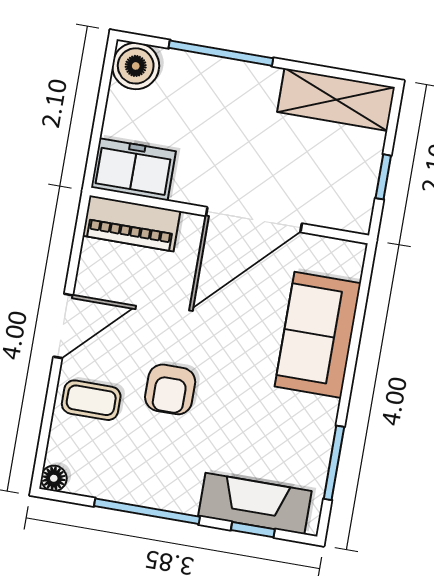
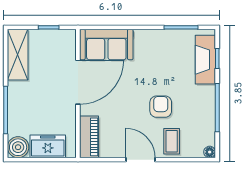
freezer: (133, 169) -> (48, 146), moved, turned 90
door: (254, 220) -> (78, 82), hinge flipped
sofa: (318, 335) -> (106, 45), moved
armchair: (170, 389) -> (161, 107), turned -90

